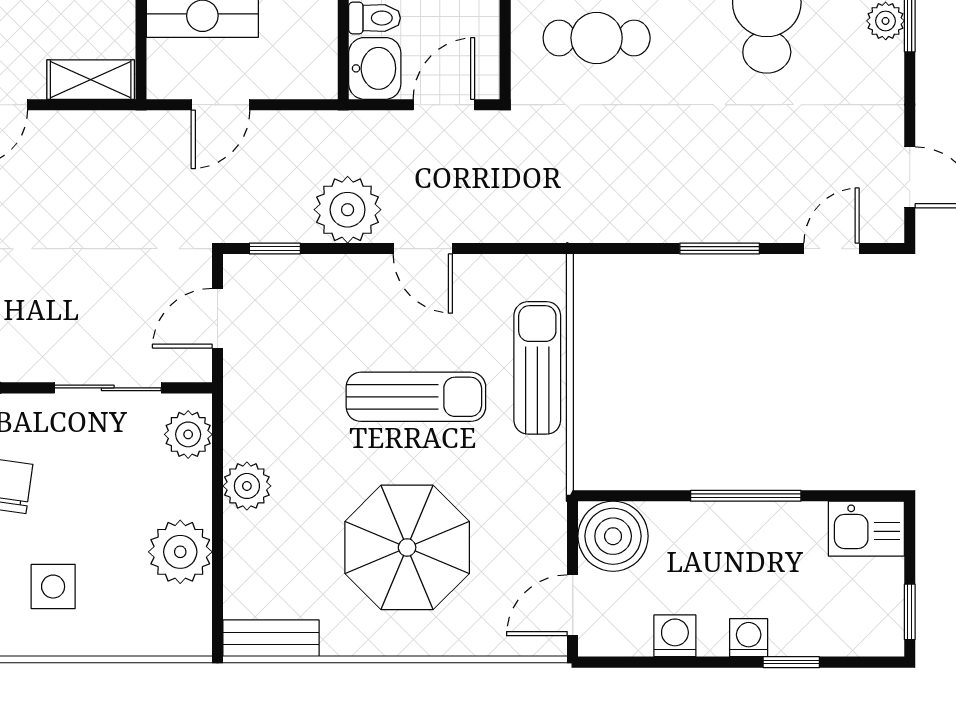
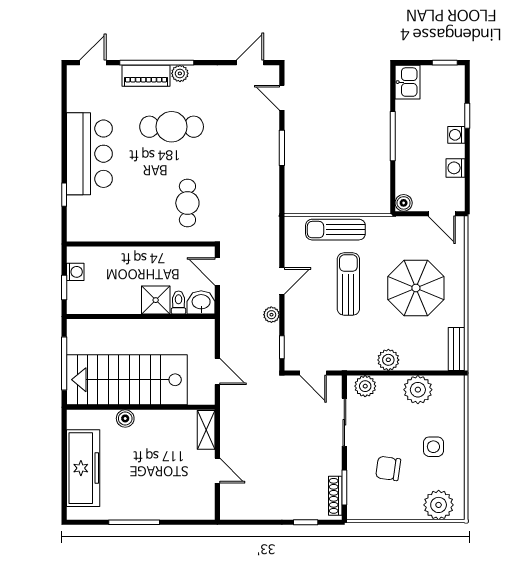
plant: (348, 210) -> (271, 315), width x0.53, depth x0.53
boiler: (613, 536) -> (404, 203), width x0.54, depth x0.54

